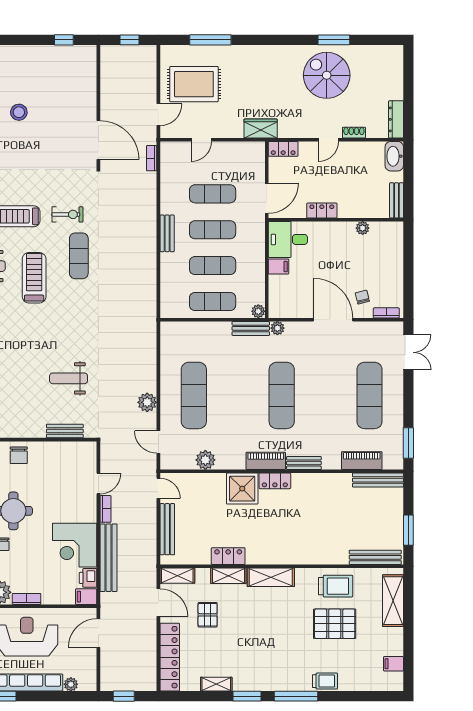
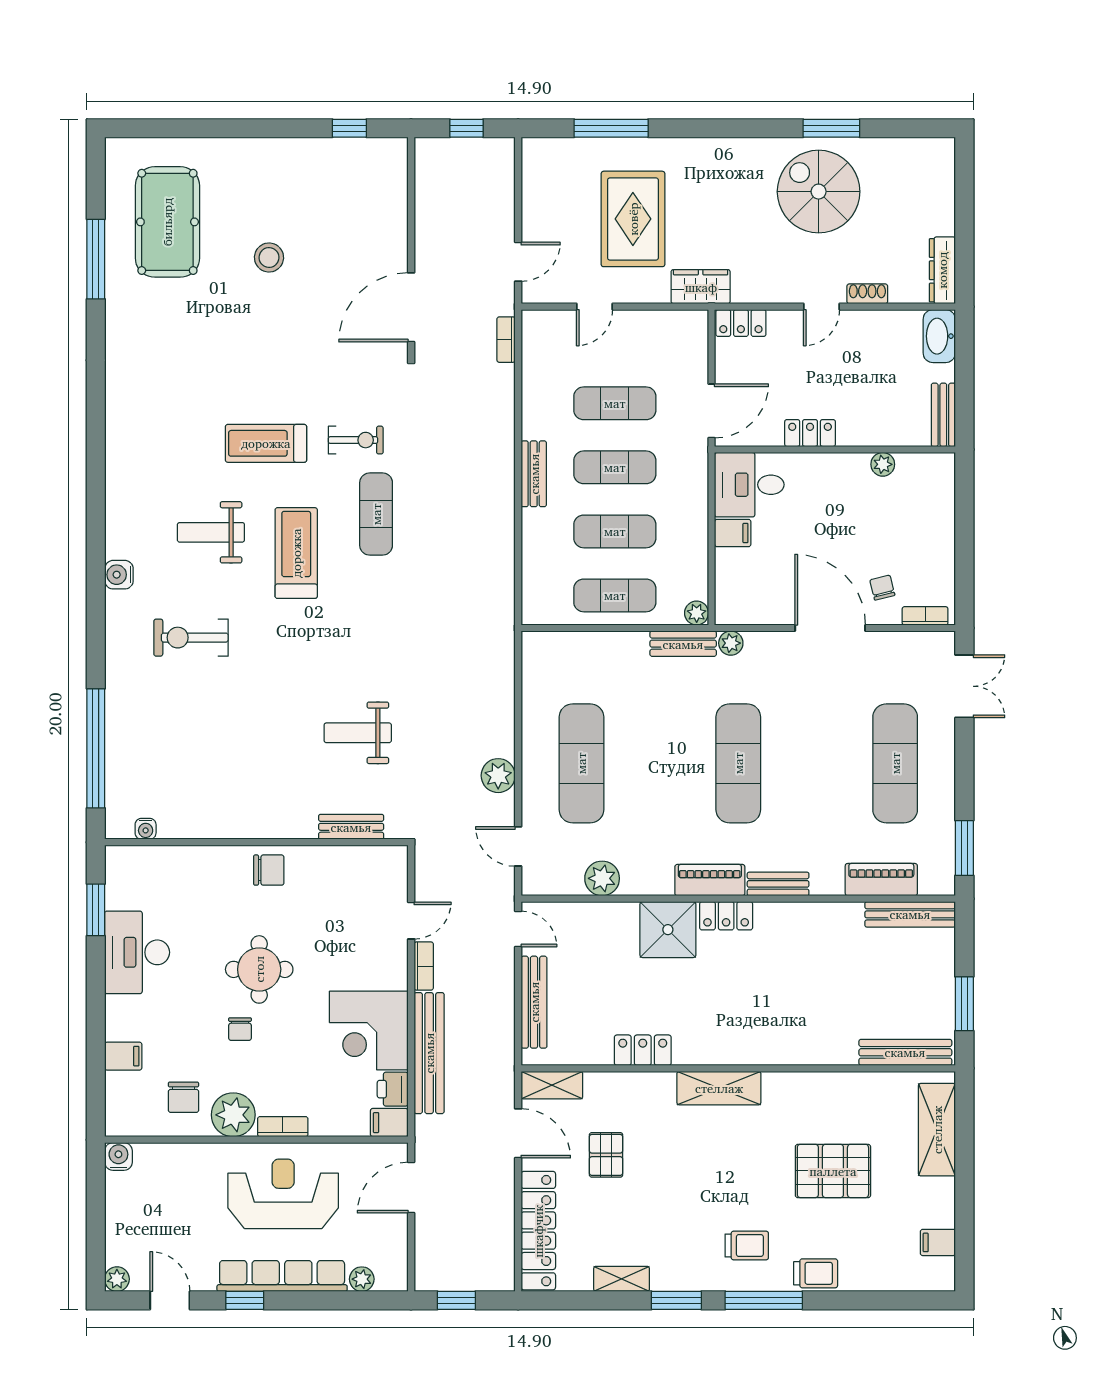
rug: (194, 84) -> (633, 219), moved, turned 90
door: (98, 140) -> (411, 307), swing flipped
chair: (19, 455) -> (269, 870), turned -90
shelving: (228, 576) -> (643, 1085), removed
trolley: (336, 586) -> (747, 1246), moved, width x0.73, depth x0.72

